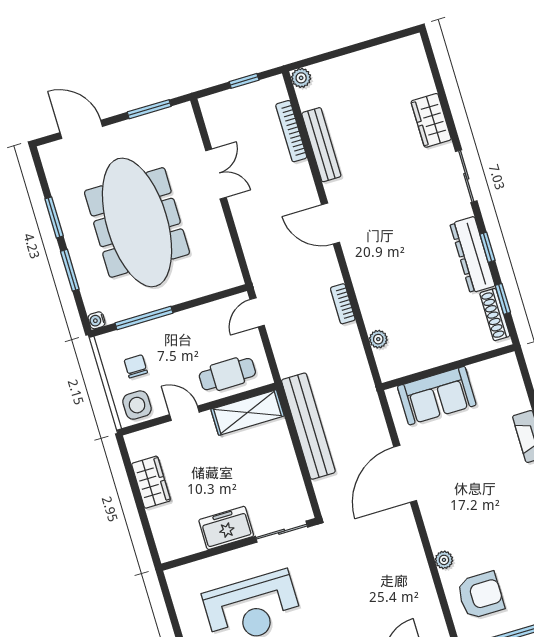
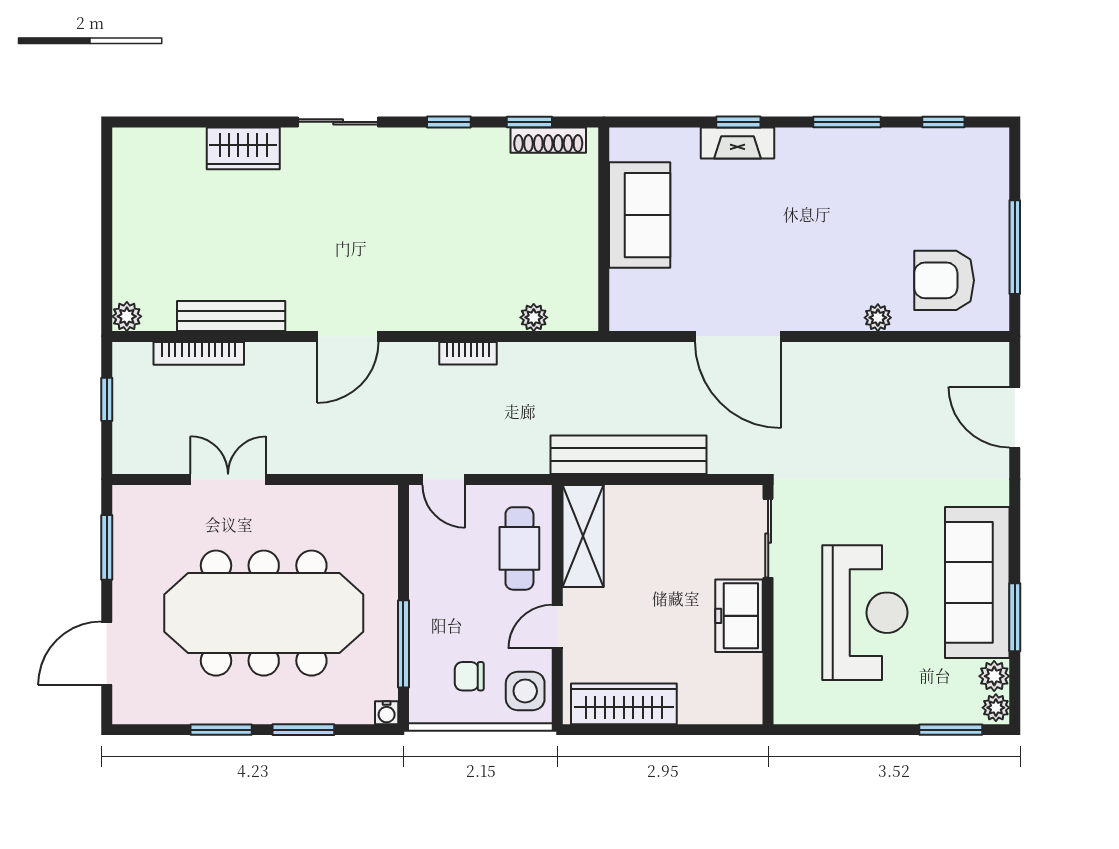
dresser: (472, 255) -> (453, 147), removed
sofa: (437, 396) -> (640, 215), moved
wardrobe: (151, 482) -> (624, 704), width x1.50
armchair: (481, 595) -> (944, 280), turned -90

